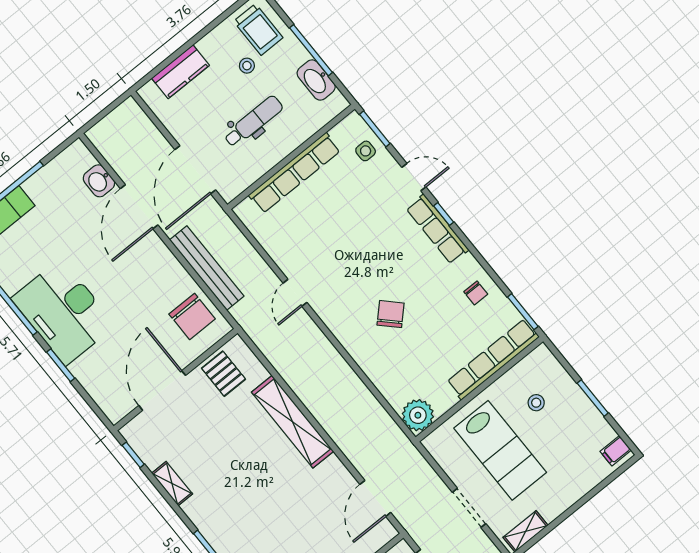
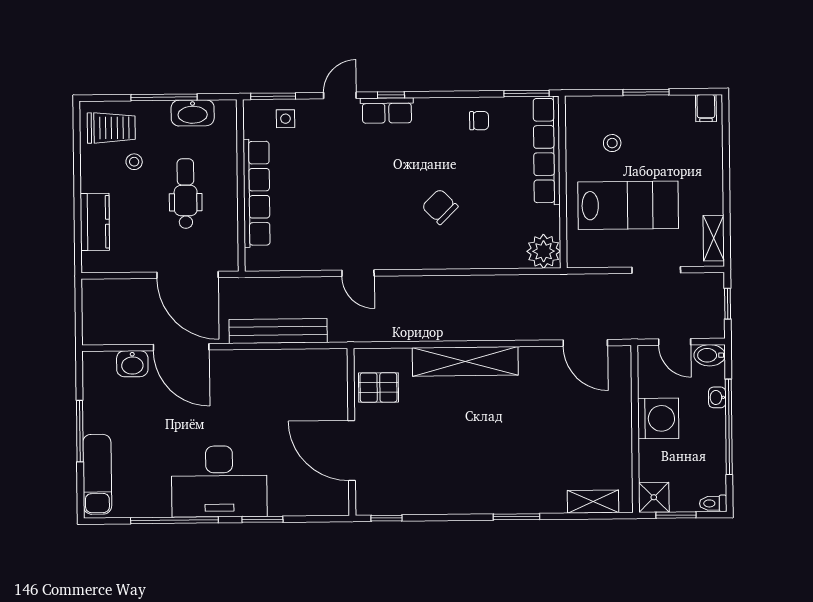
row of seats: (437, 229) -> (387, 110), width x0.68
chair: (192, 316) -> (309, 376), removed
shelving: (172, 484) -> (437, 504), removed

